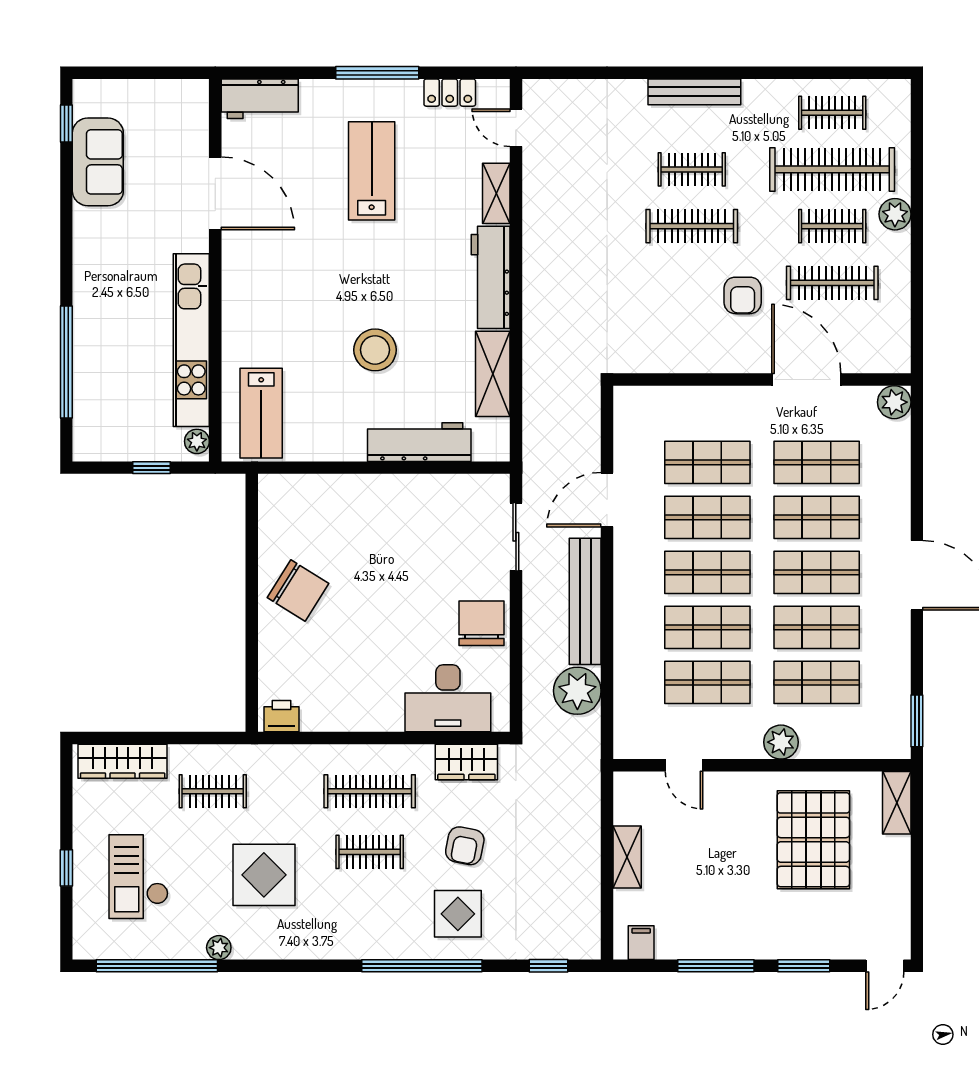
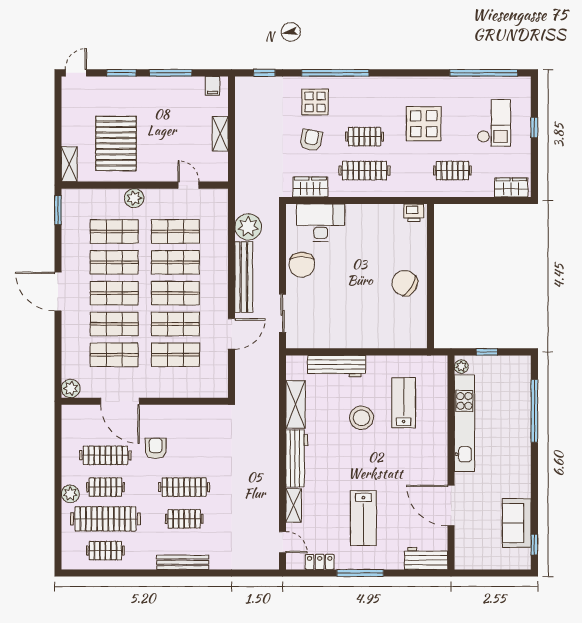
lab bench: (261, 413) -> (404, 403), moved
wardrobe: (123, 761) -> (511, 187), width x0.67
plant: (219, 948) -> (449, 83), removed

